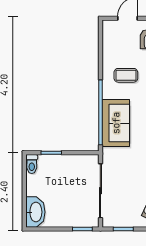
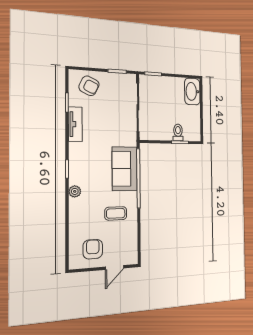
toilet: (32, 164) -> (178, 132), moved

